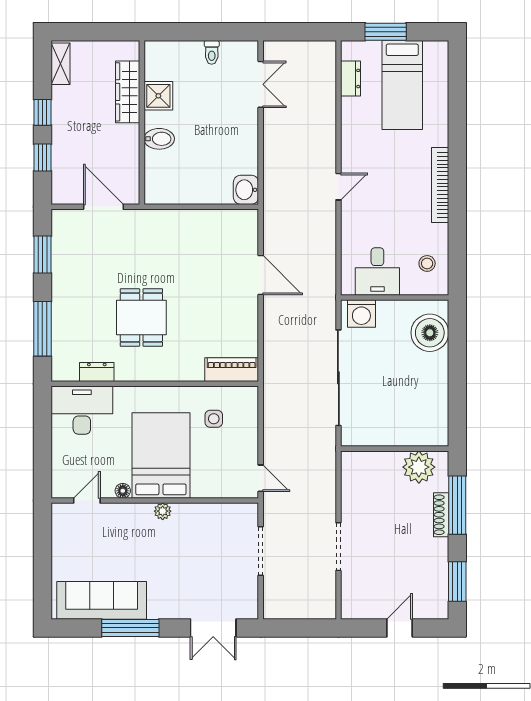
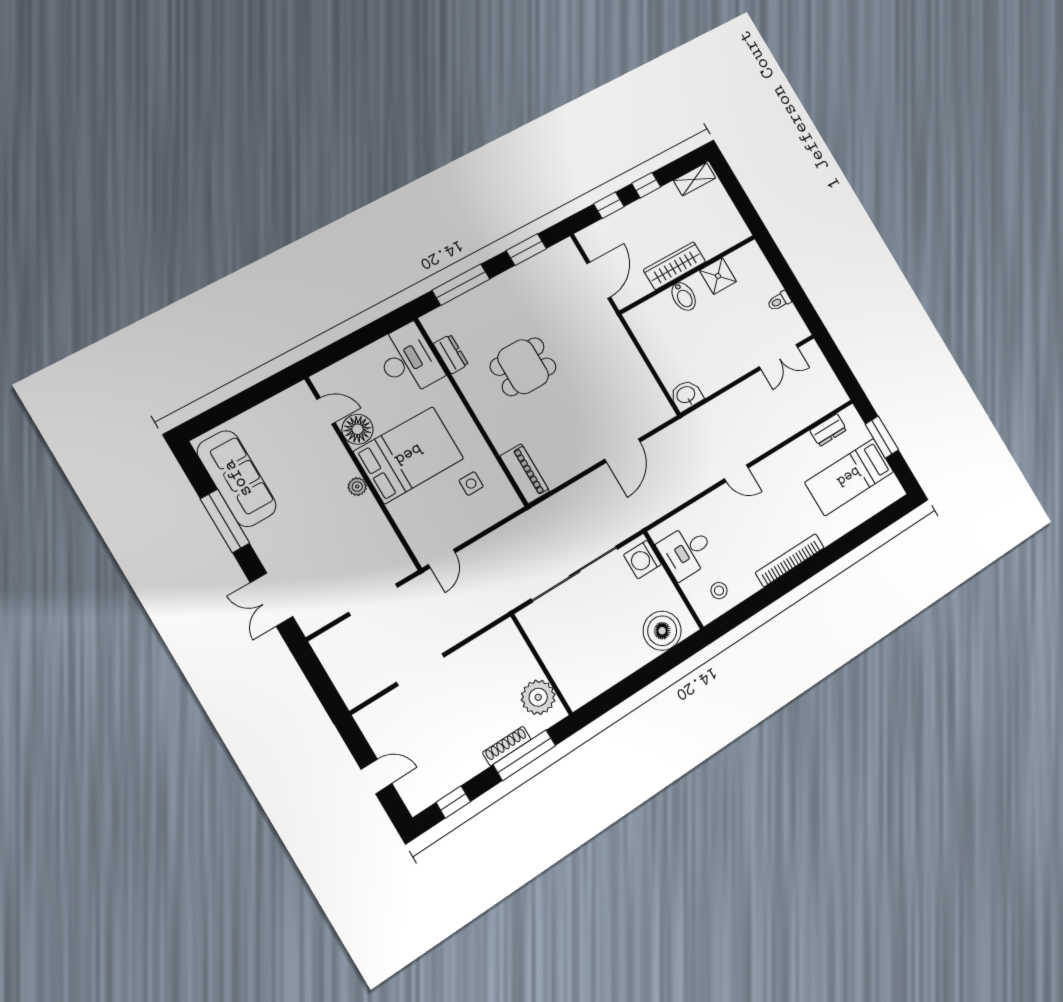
wardrobe: (128, 92) -> (675, 266), moved
floor lamp: (123, 491) -> (358, 429), width x1.89, depth x1.89
window: (457, 582) -> (453, 802), width x0.67

